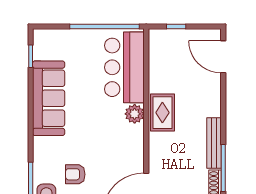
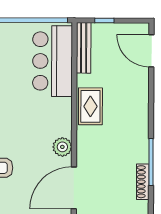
plant: (135, 114) -> (62, 147), moved
bench: (214, 143) -> (84, 48), moved

